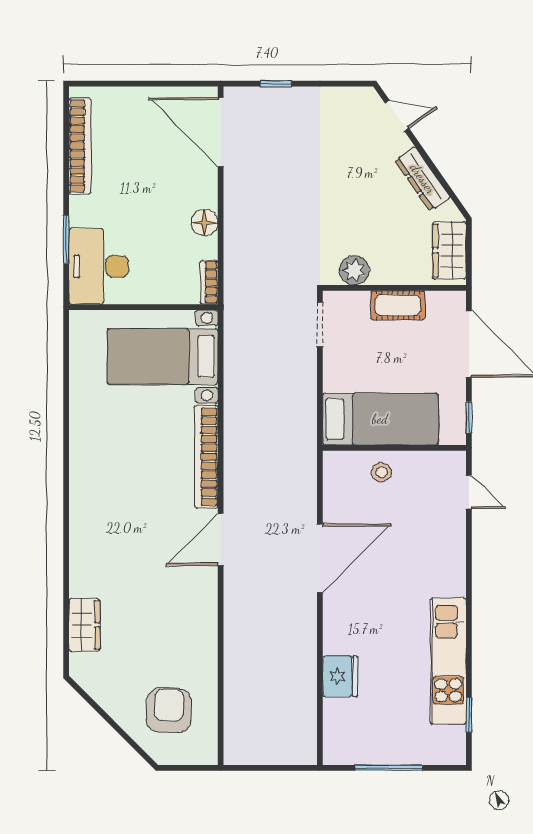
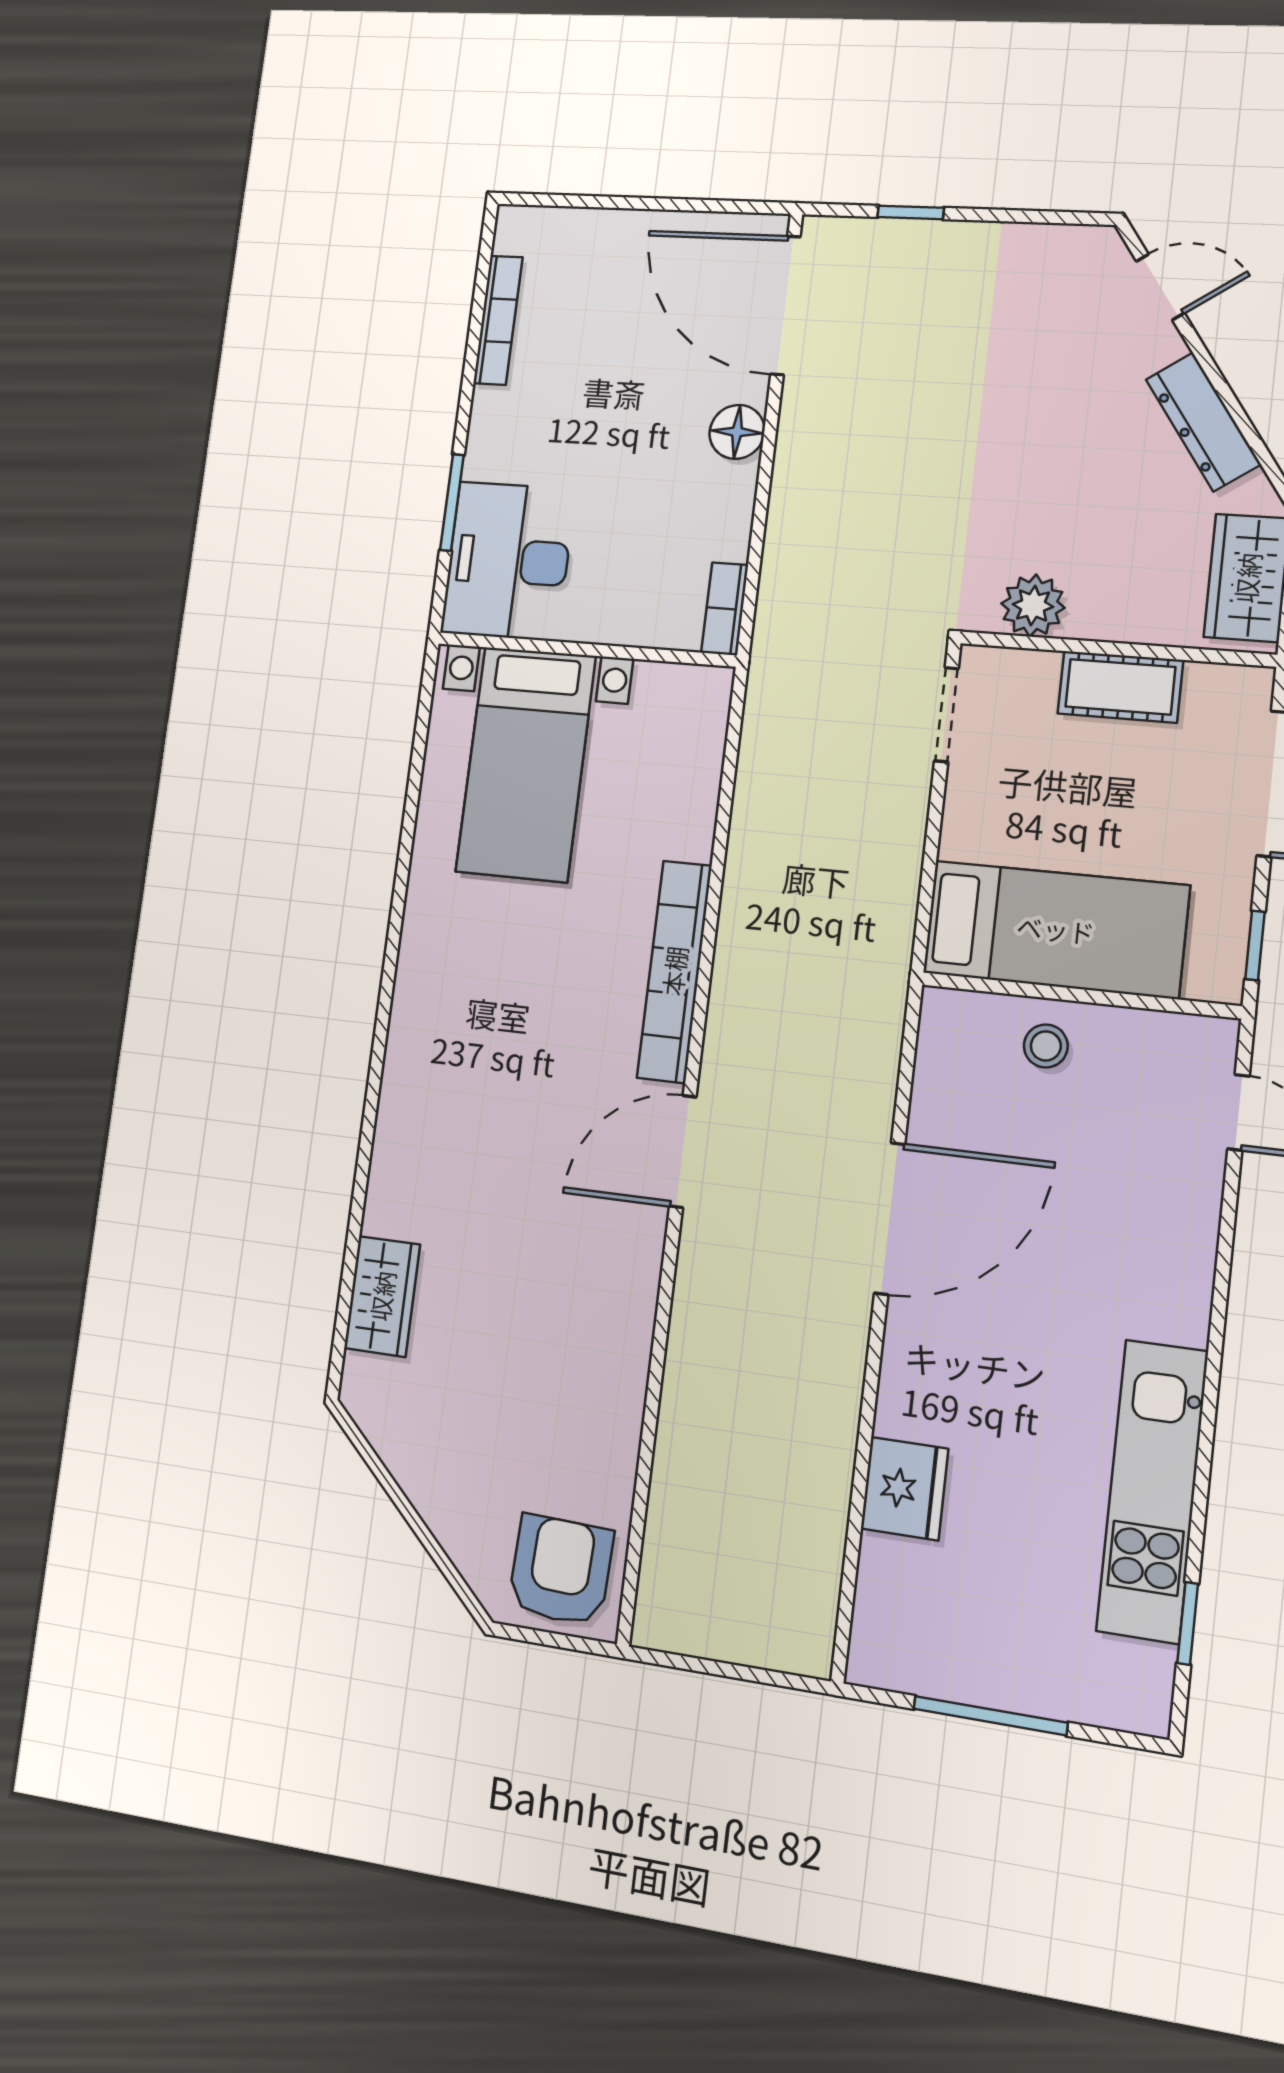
bookcase: (80, 146) -> (498, 320), width x0.68, depth x0.76
floor lamp: (204, 223) -> (737, 432), moved
bed with nightstands: (163, 356) -> (526, 764), moved, turned -90
armchair: (169, 710) -> (561, 1570), moved

